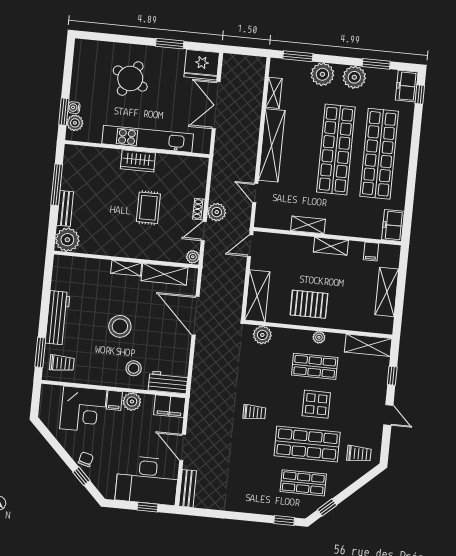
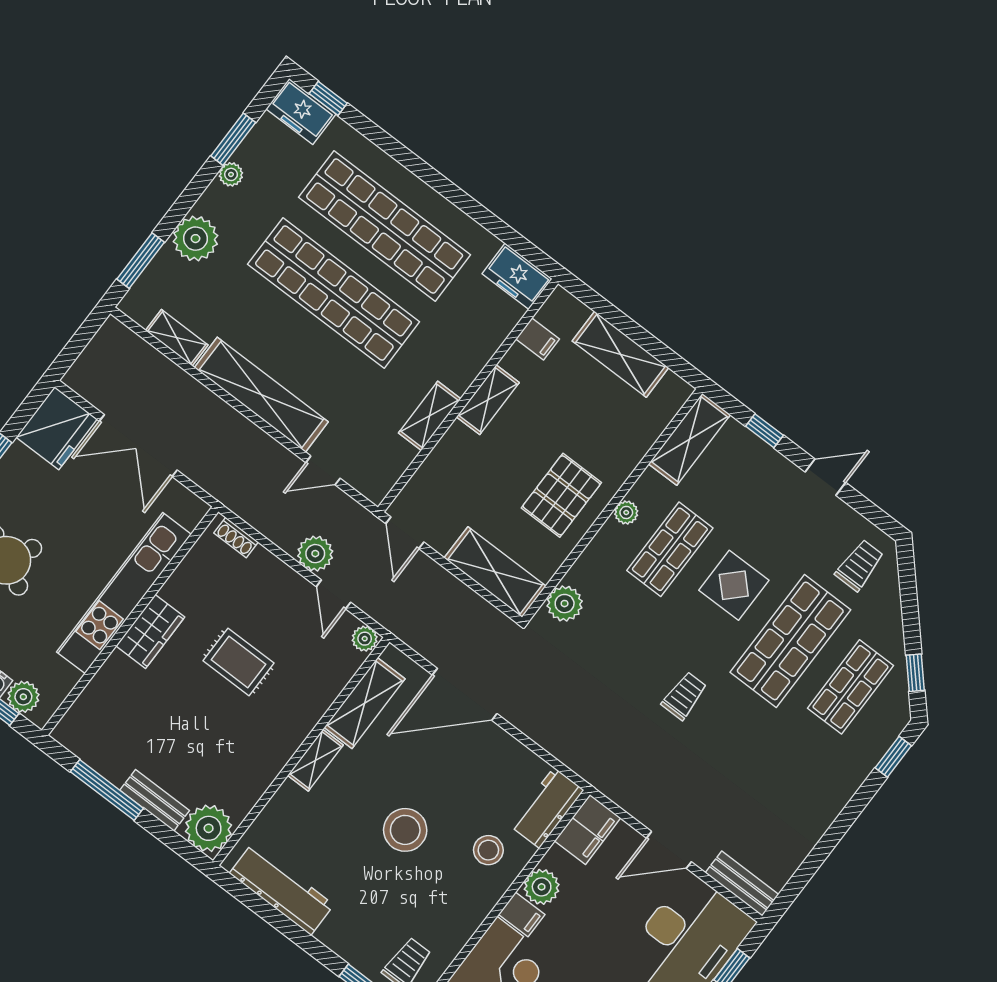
plant: (354, 77) -> (231, 174), width x0.53, depth x0.53
shoe rack: (199, 209) -> (236, 537), moved
workbench: (58, 318) -> (282, 889), moved

